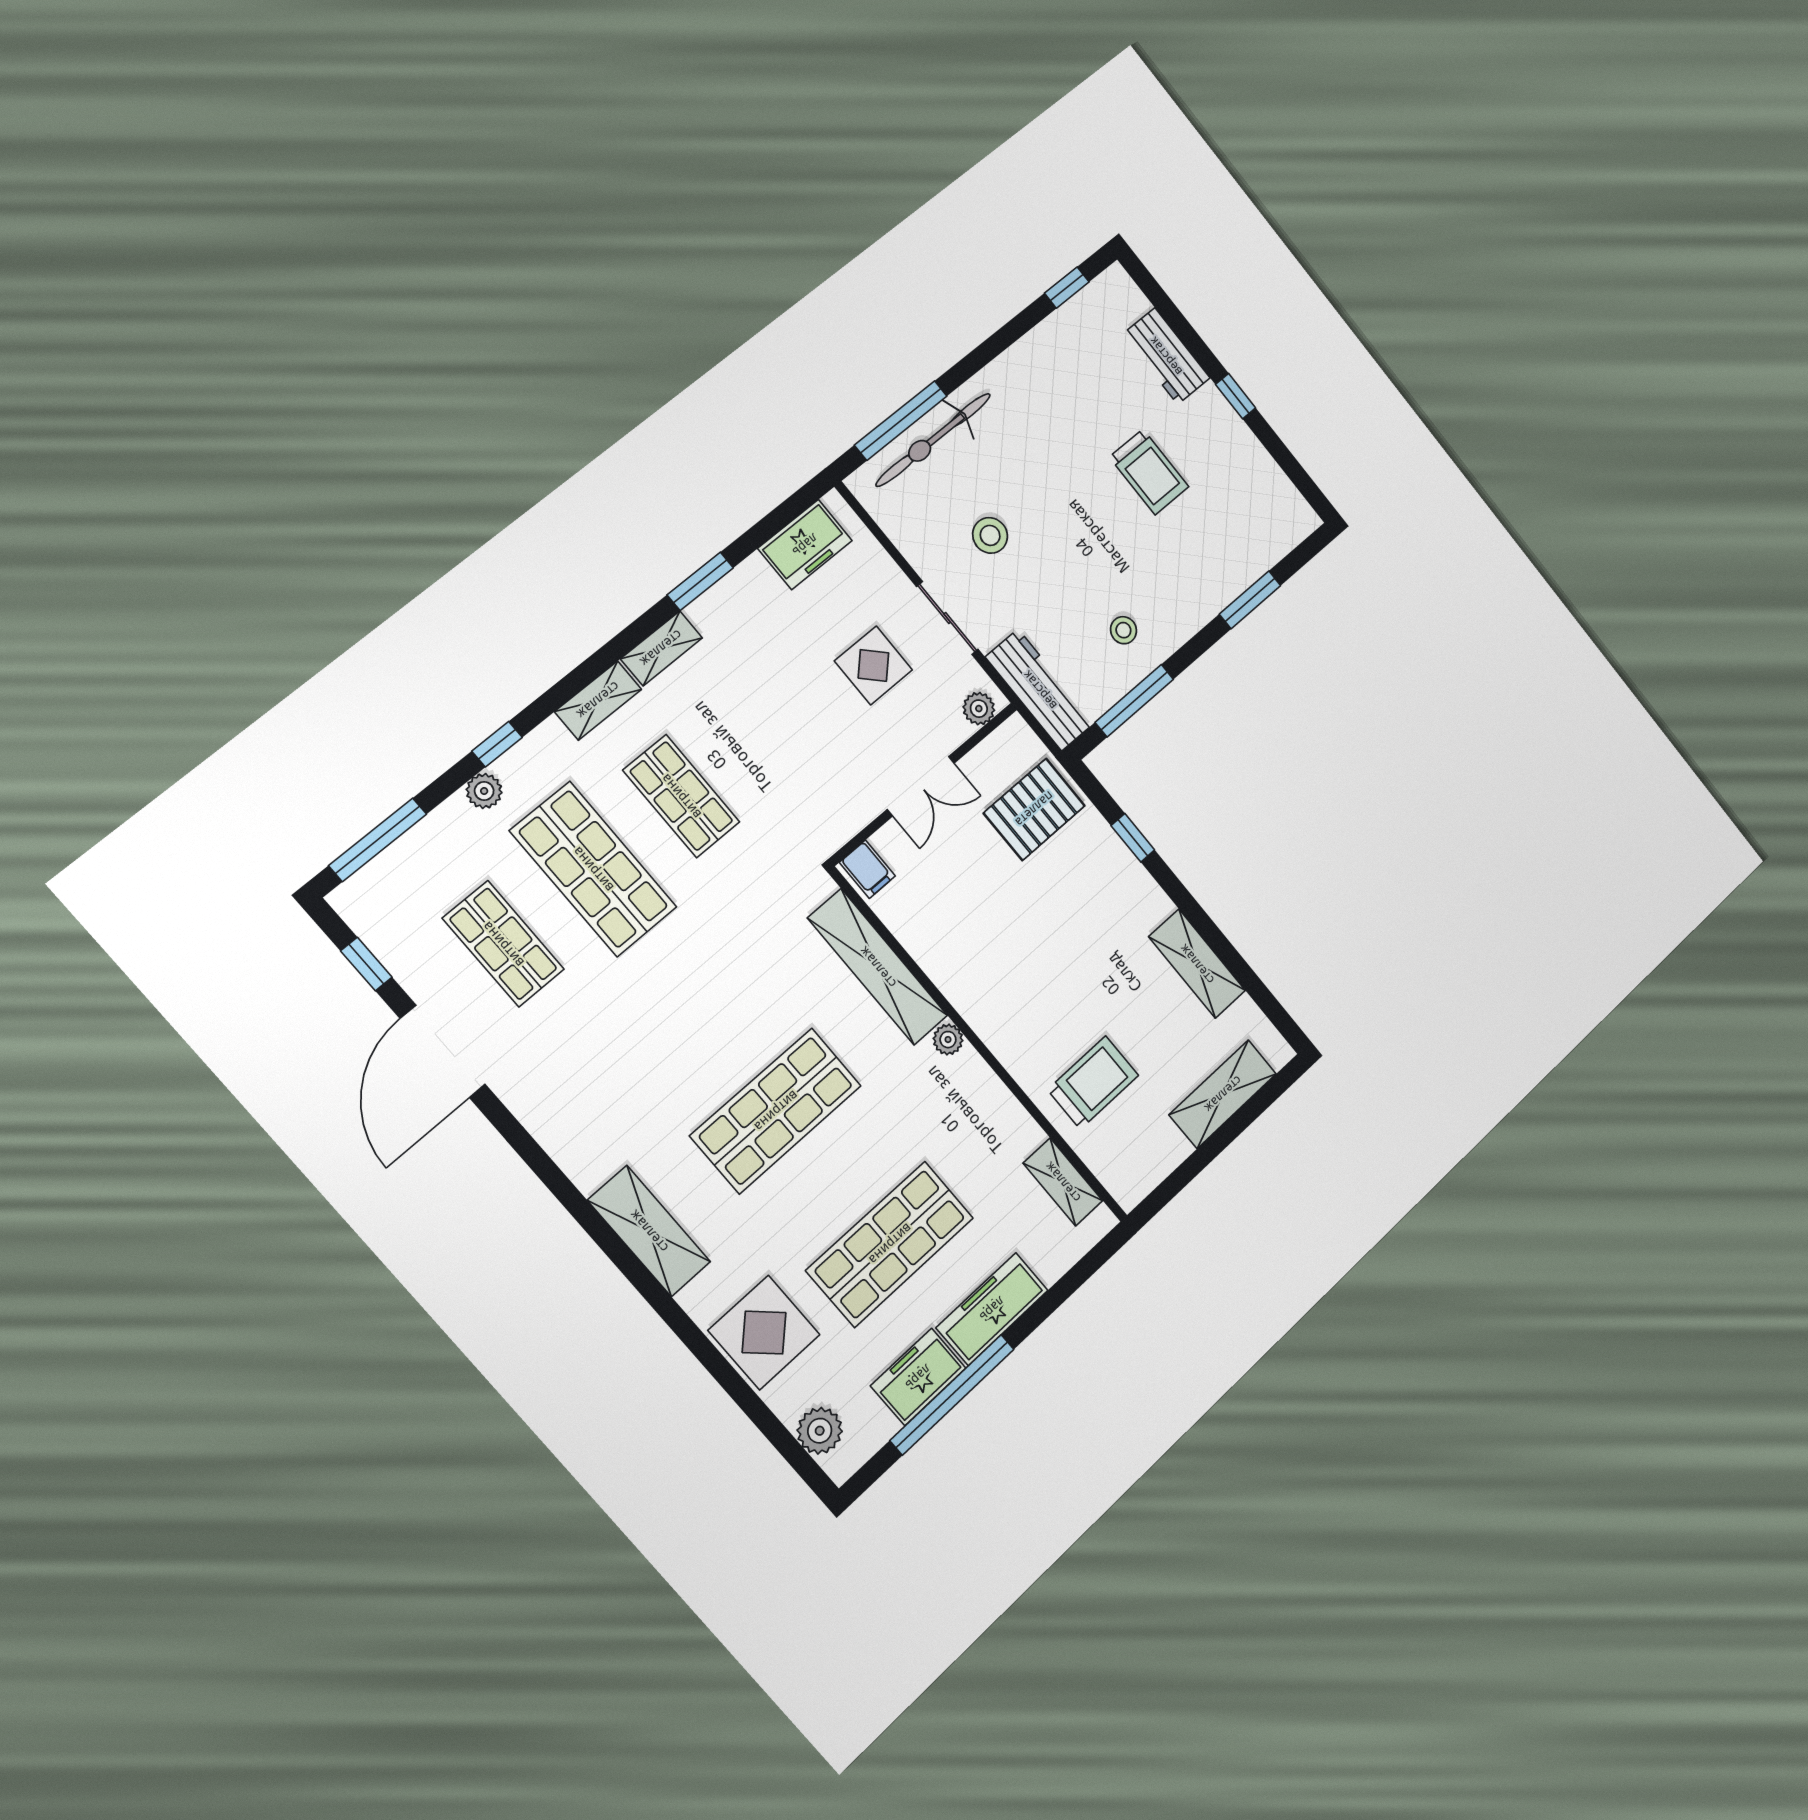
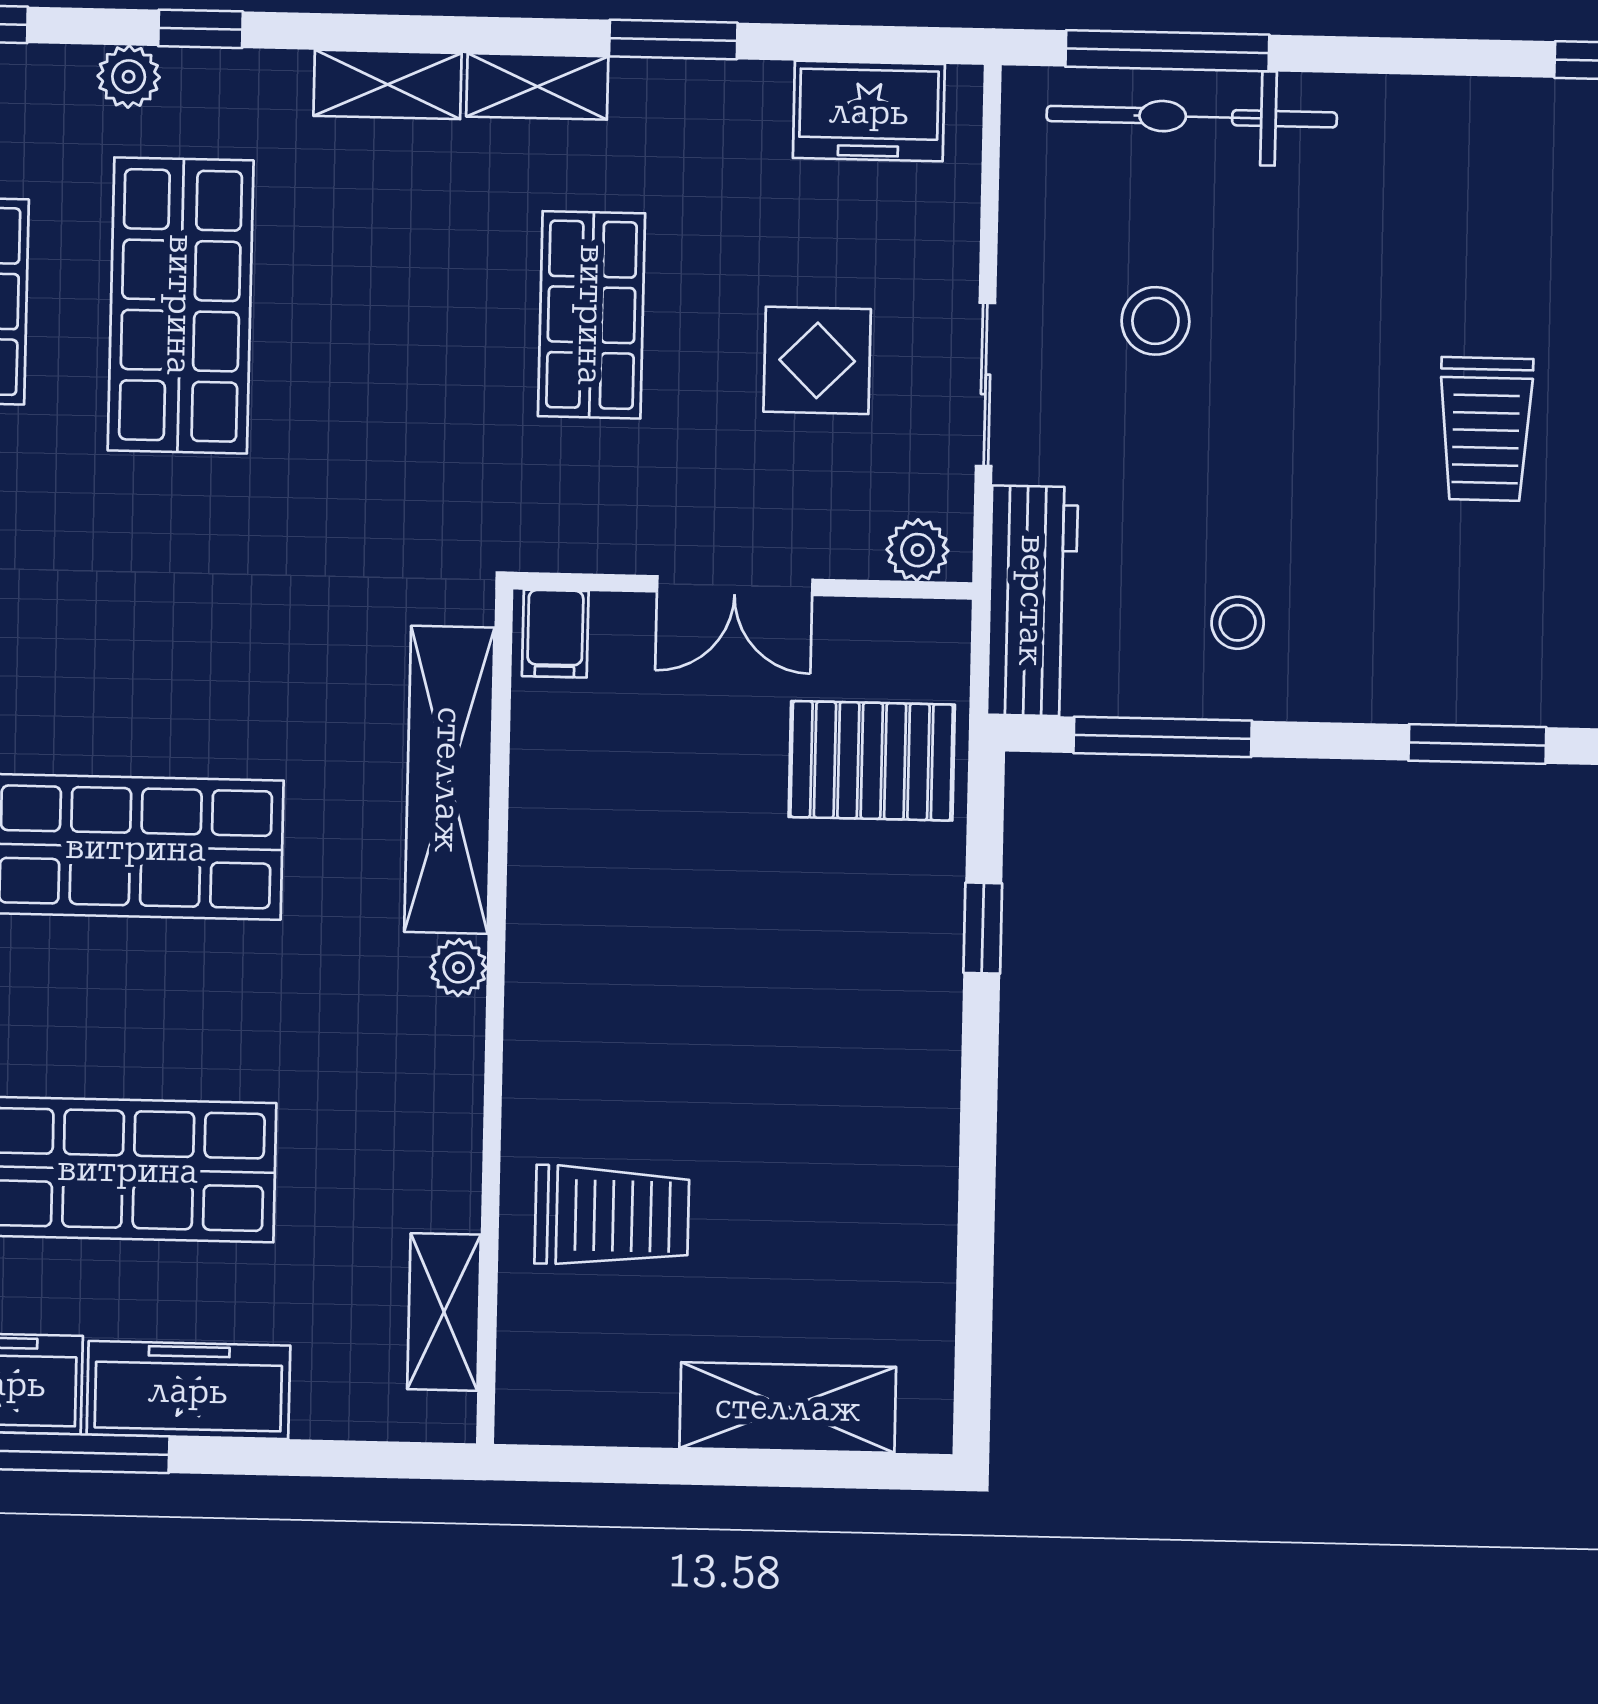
shop shelf: (681, 796) -> (592, 315), moved
shelving: (1197, 964) -> (918, 1190), removed

